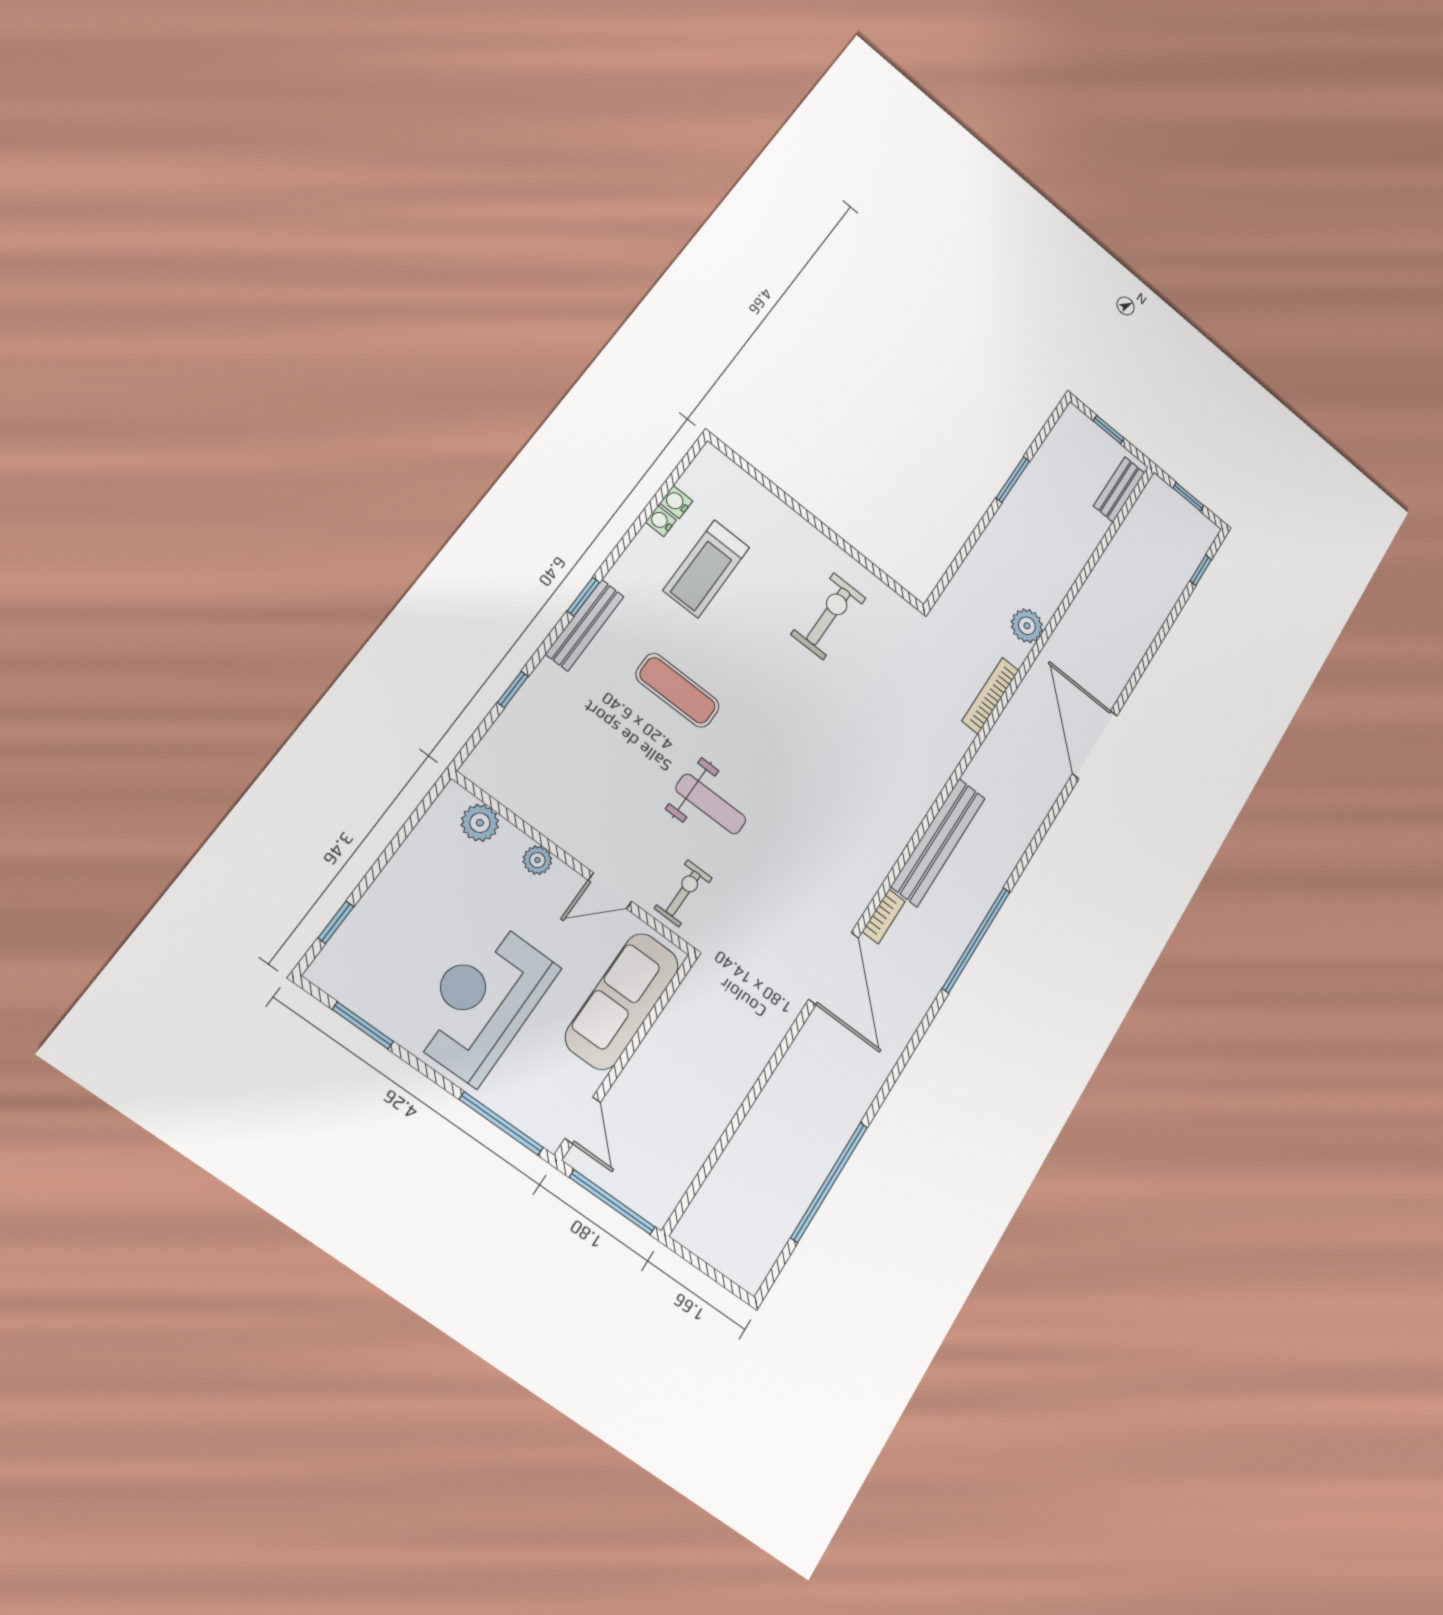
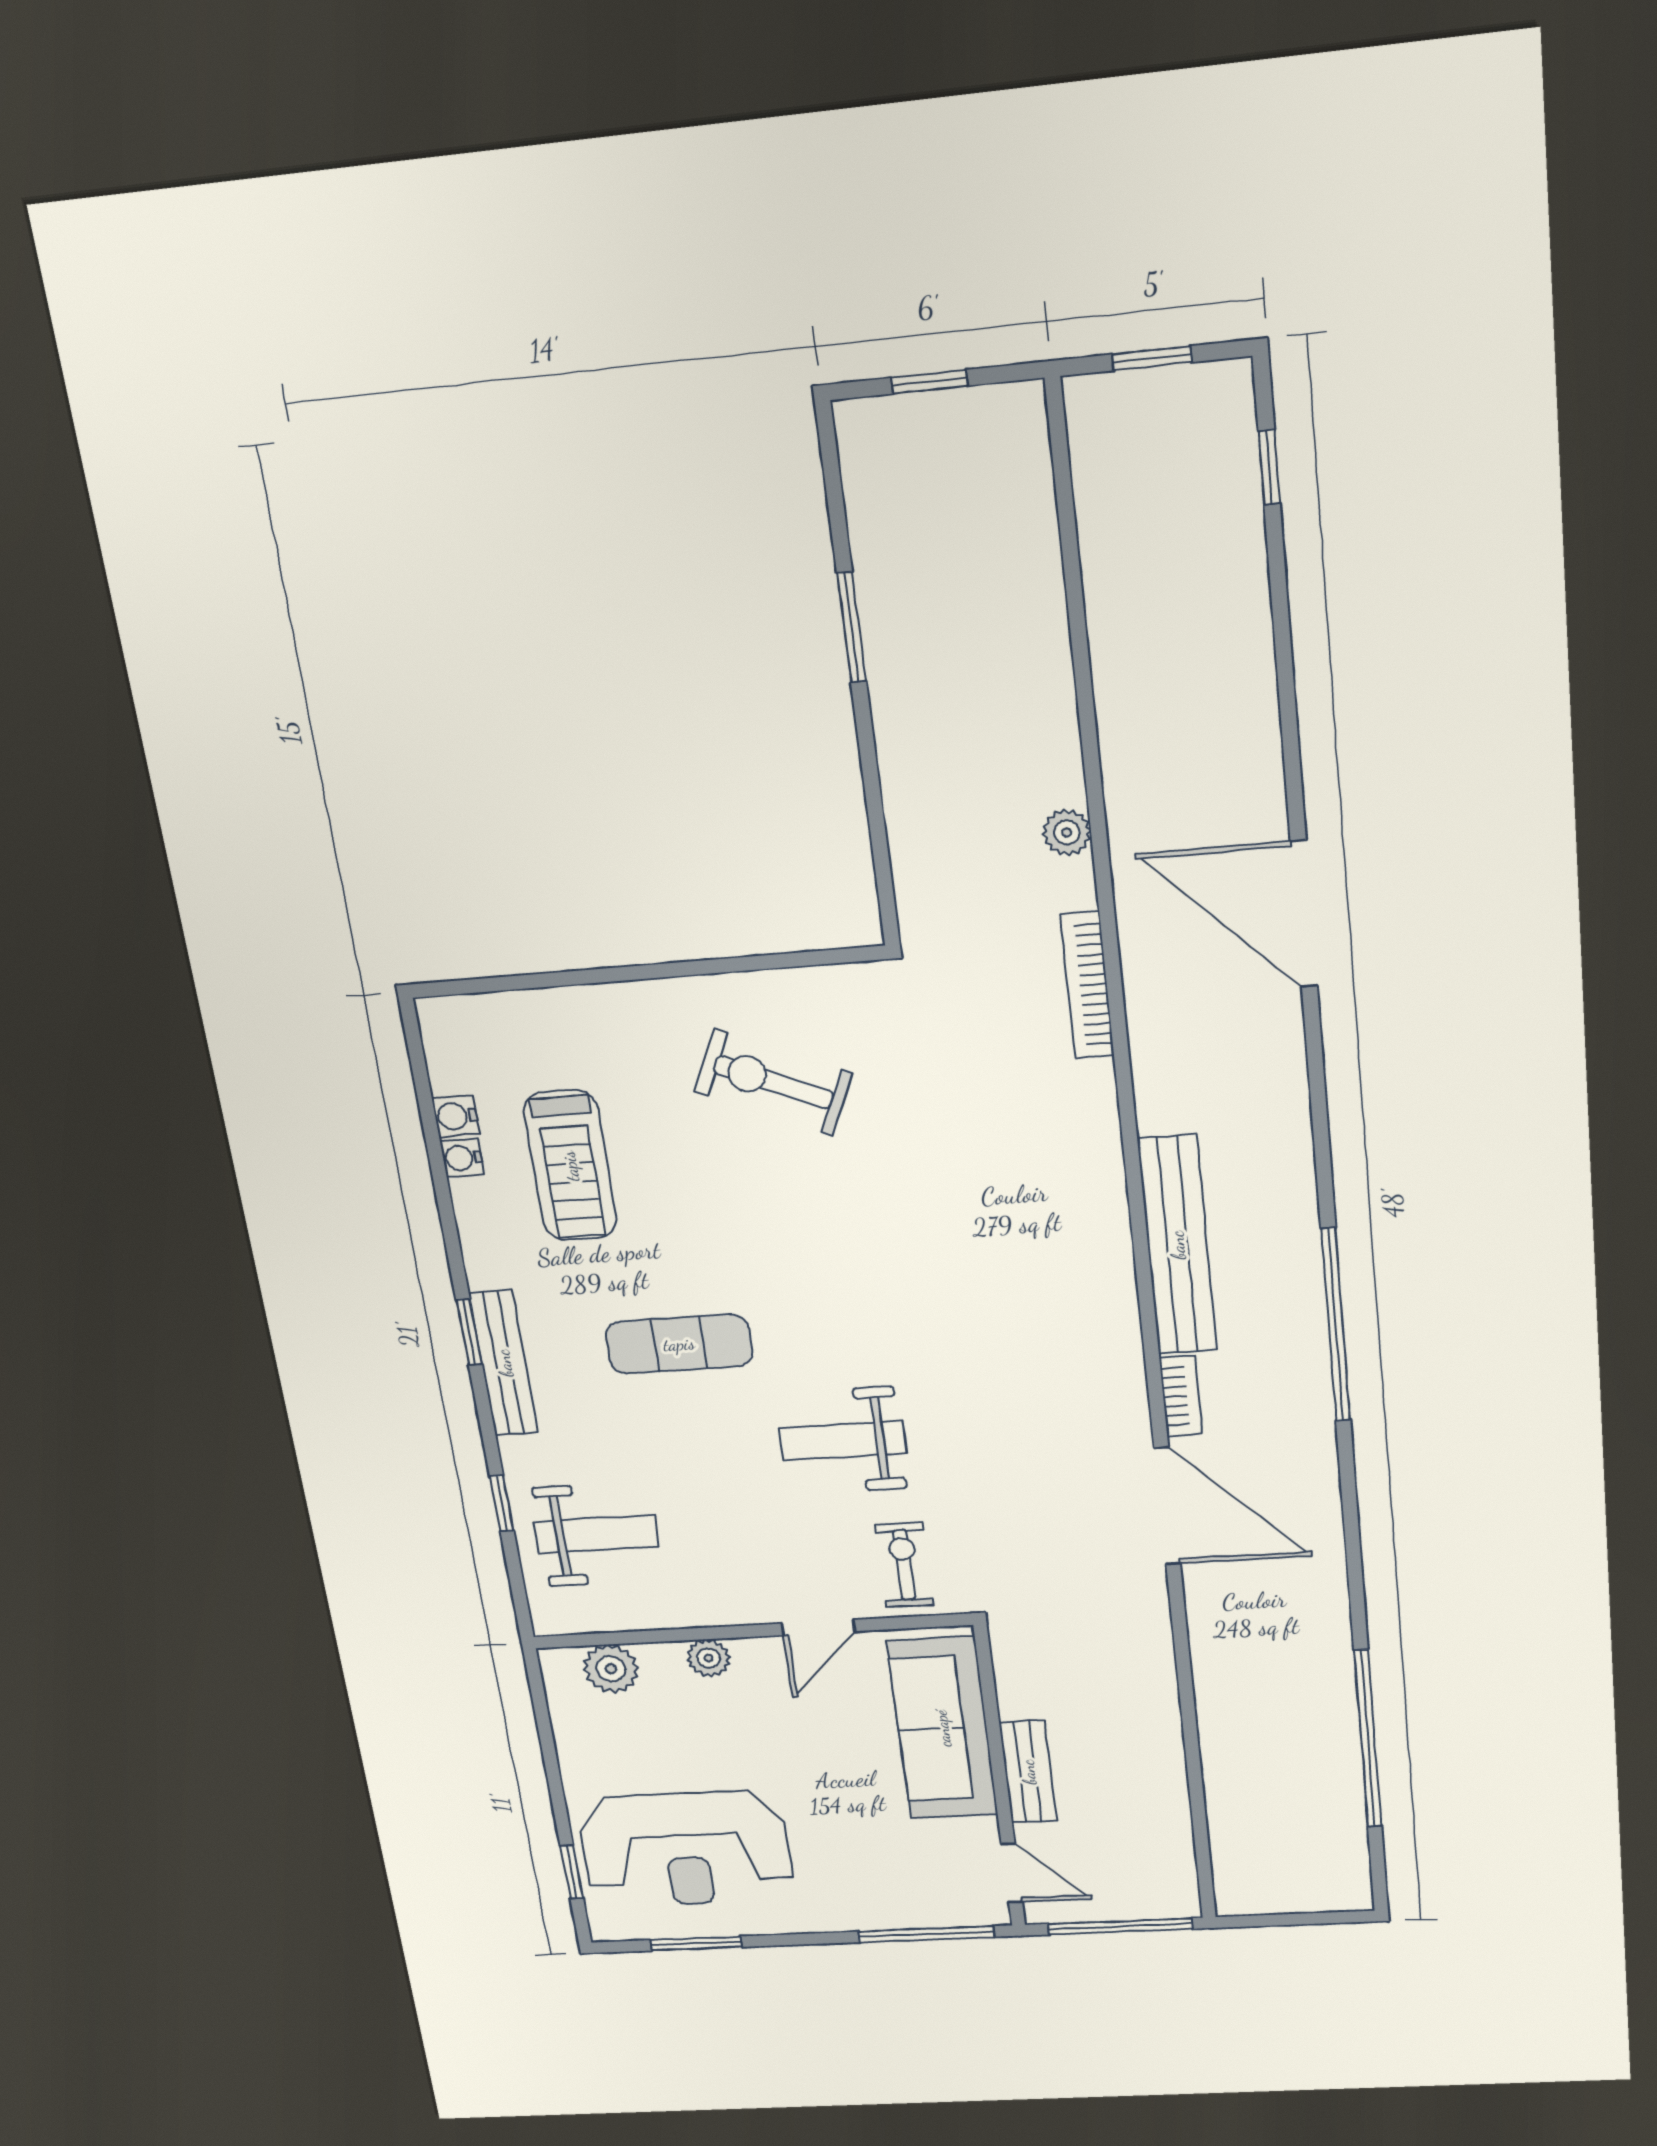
bench: (1119, 489) -> (1028, 1772), moved
exercise bike: (828, 616) -> (773, 1082), turned -66
plant: (1027, 626) -> (1067, 833), width x0.73, depth x0.73
weight bench: (545, 746) -> (596, 1534), added
weight bench: (711, 804) -> (843, 1441), turned 180
reception desk: (483, 1001) -> (686, 1849), moved, turned -90

